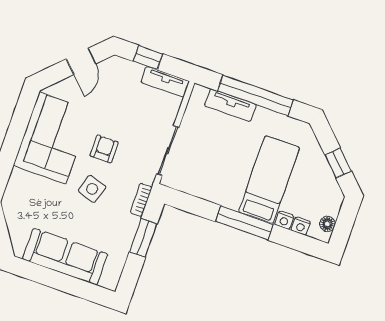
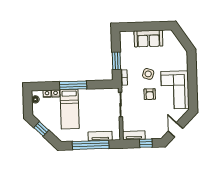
sofa: (65, 257) -> (148, 38), width x0.73

